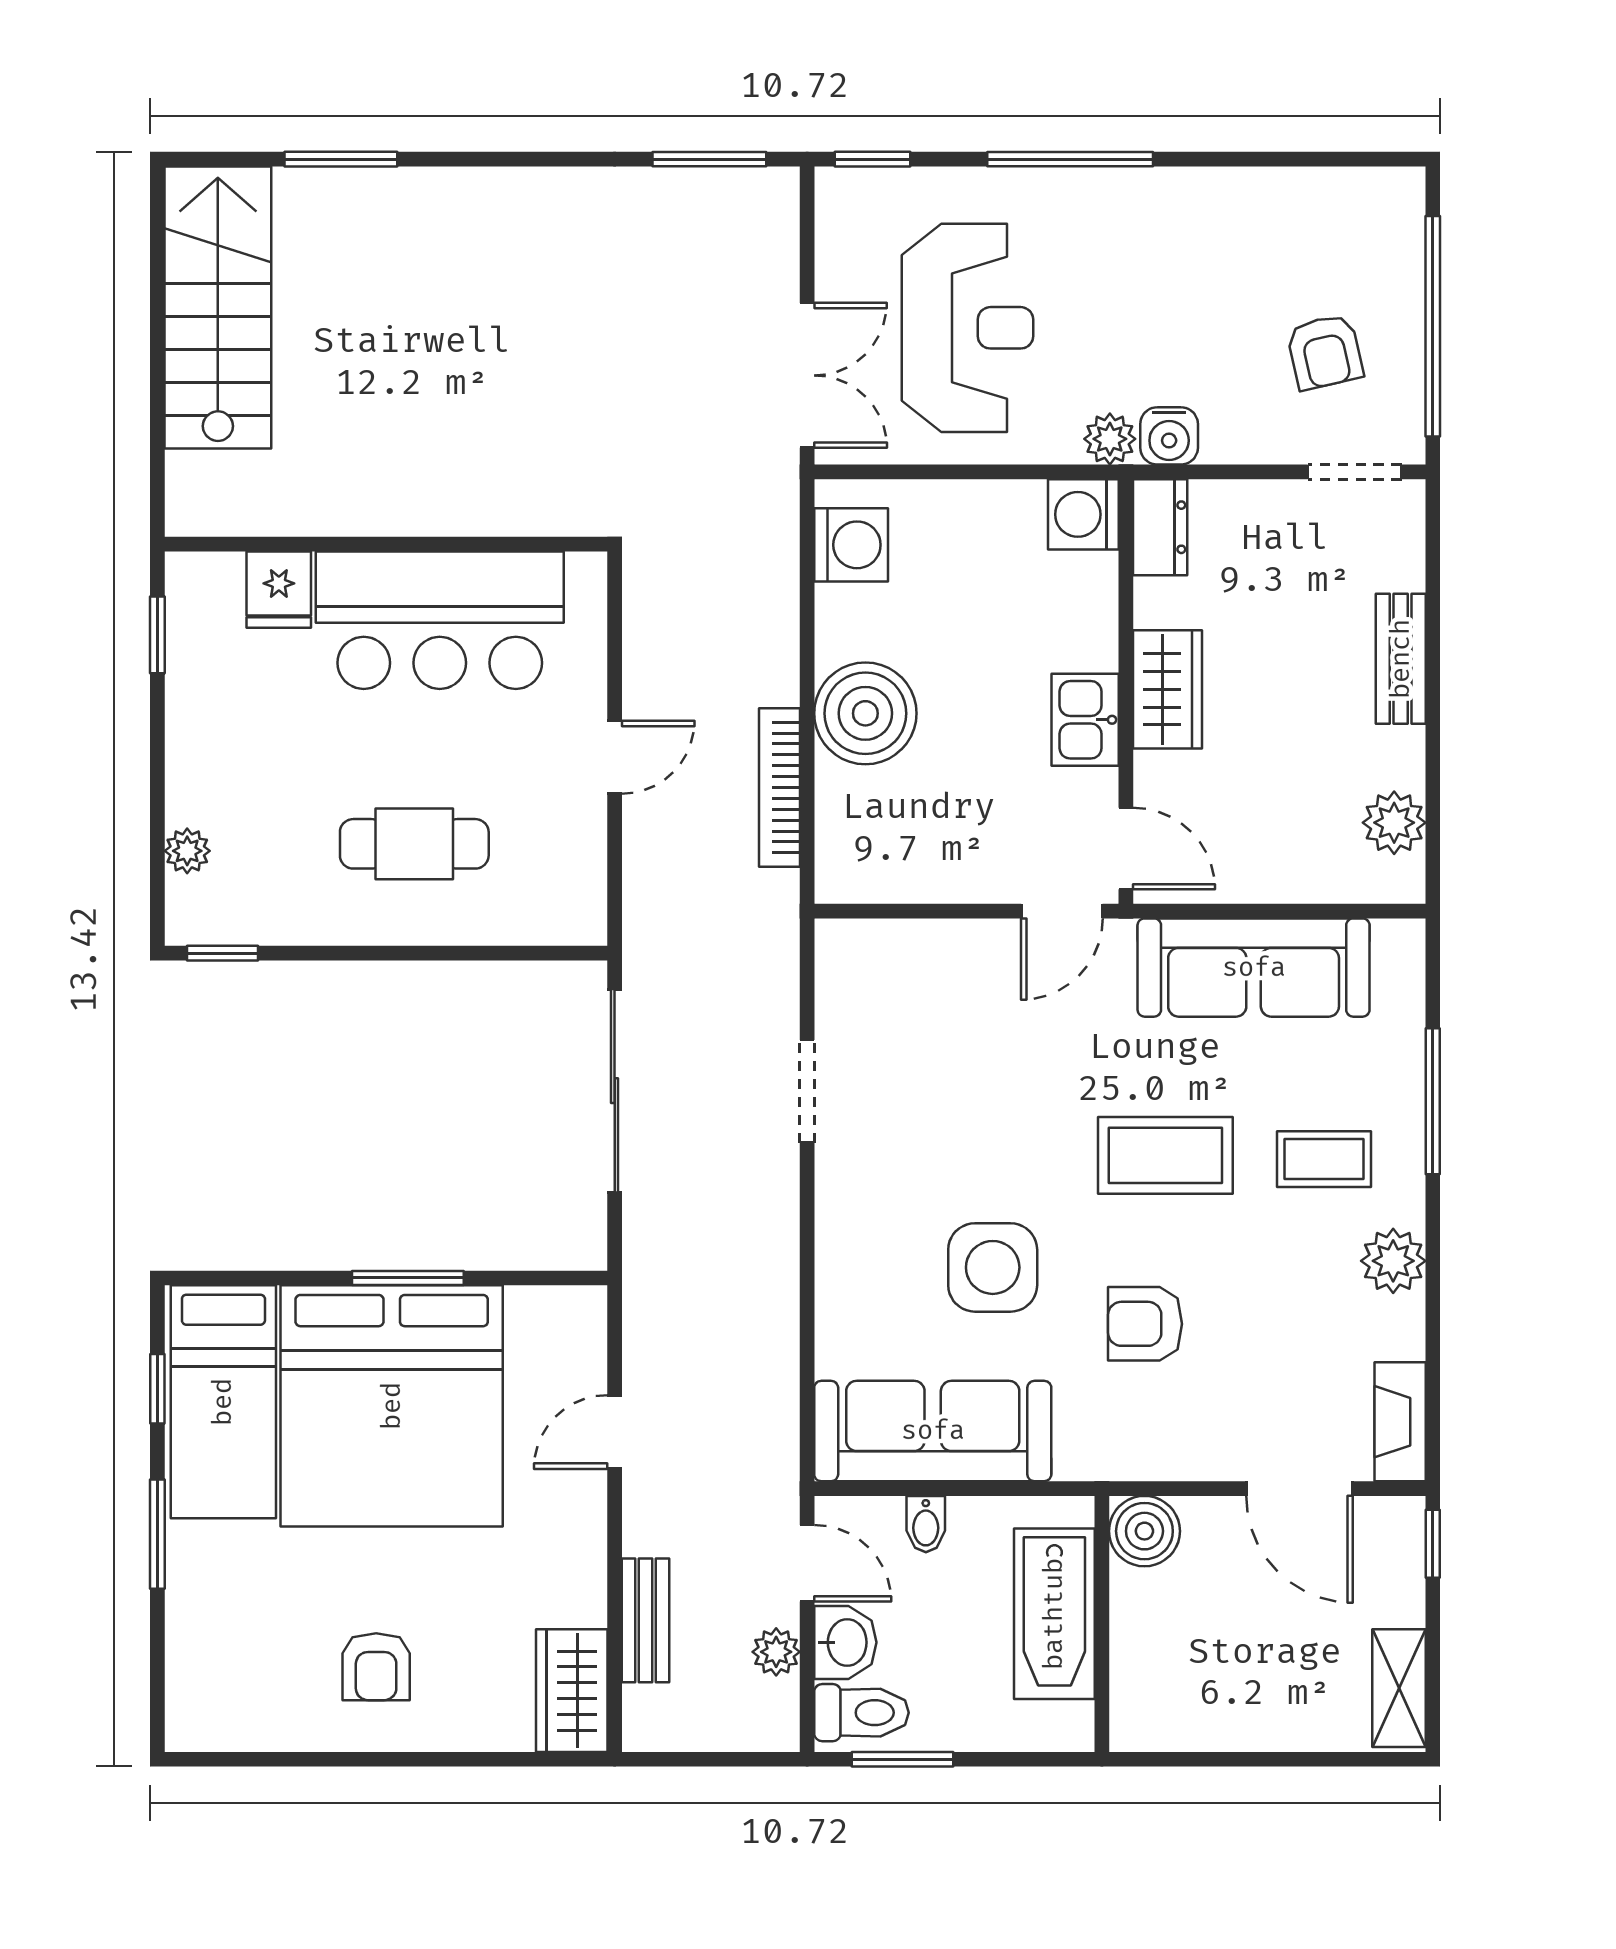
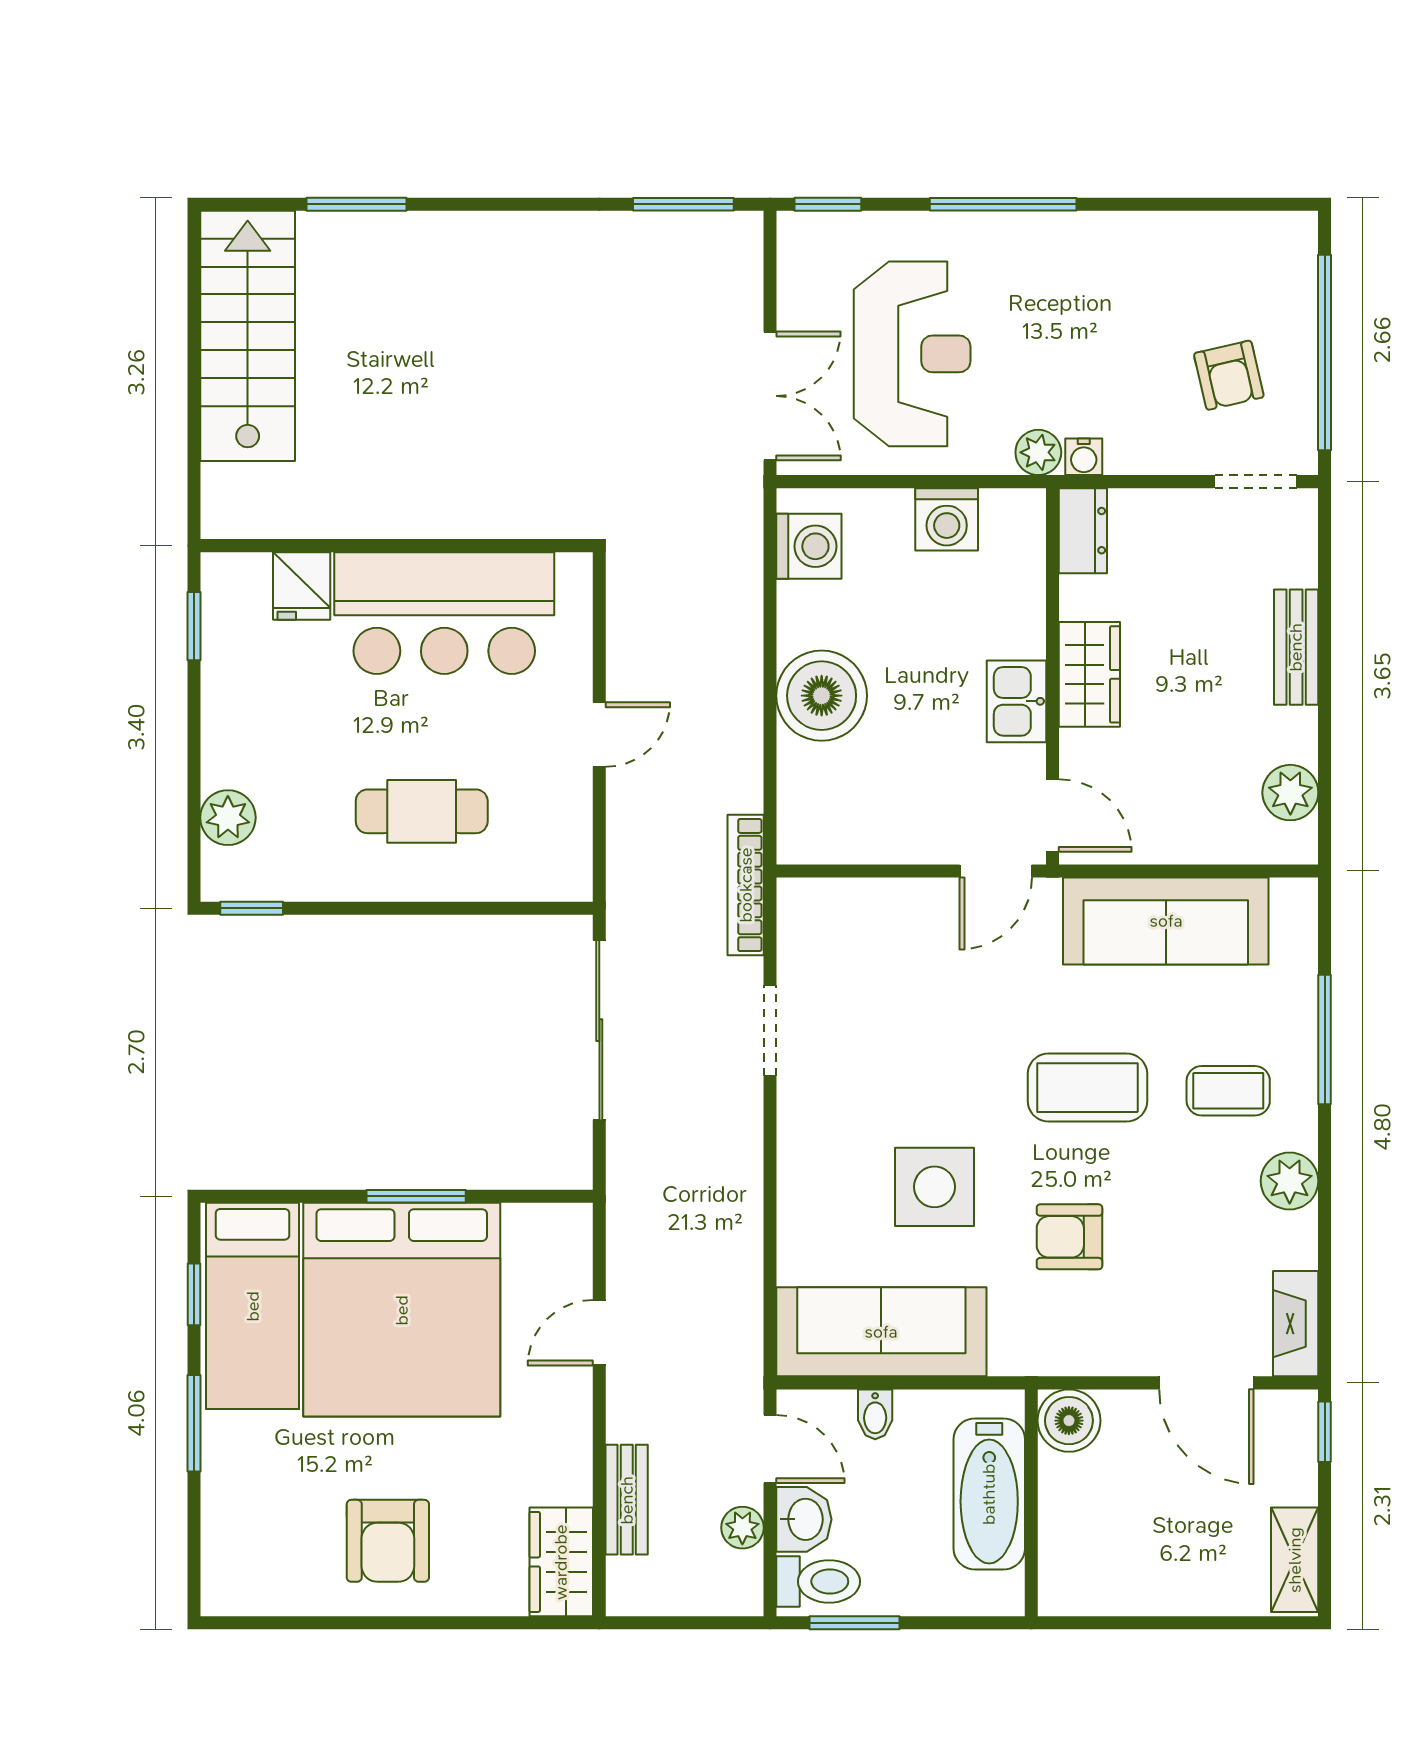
water cooler: (1169, 436) -> (1084, 457), width x0.72, depth x0.72
washing machine: (1083, 514) -> (947, 519), moved, turned -90
bookcase: (780, 787) -> (746, 885), moved
plant: (187, 851) -> (228, 818), width x1.38, depth x1.38
armchair: (376, 1667) -> (388, 1541), width x1.38, depth x1.38

